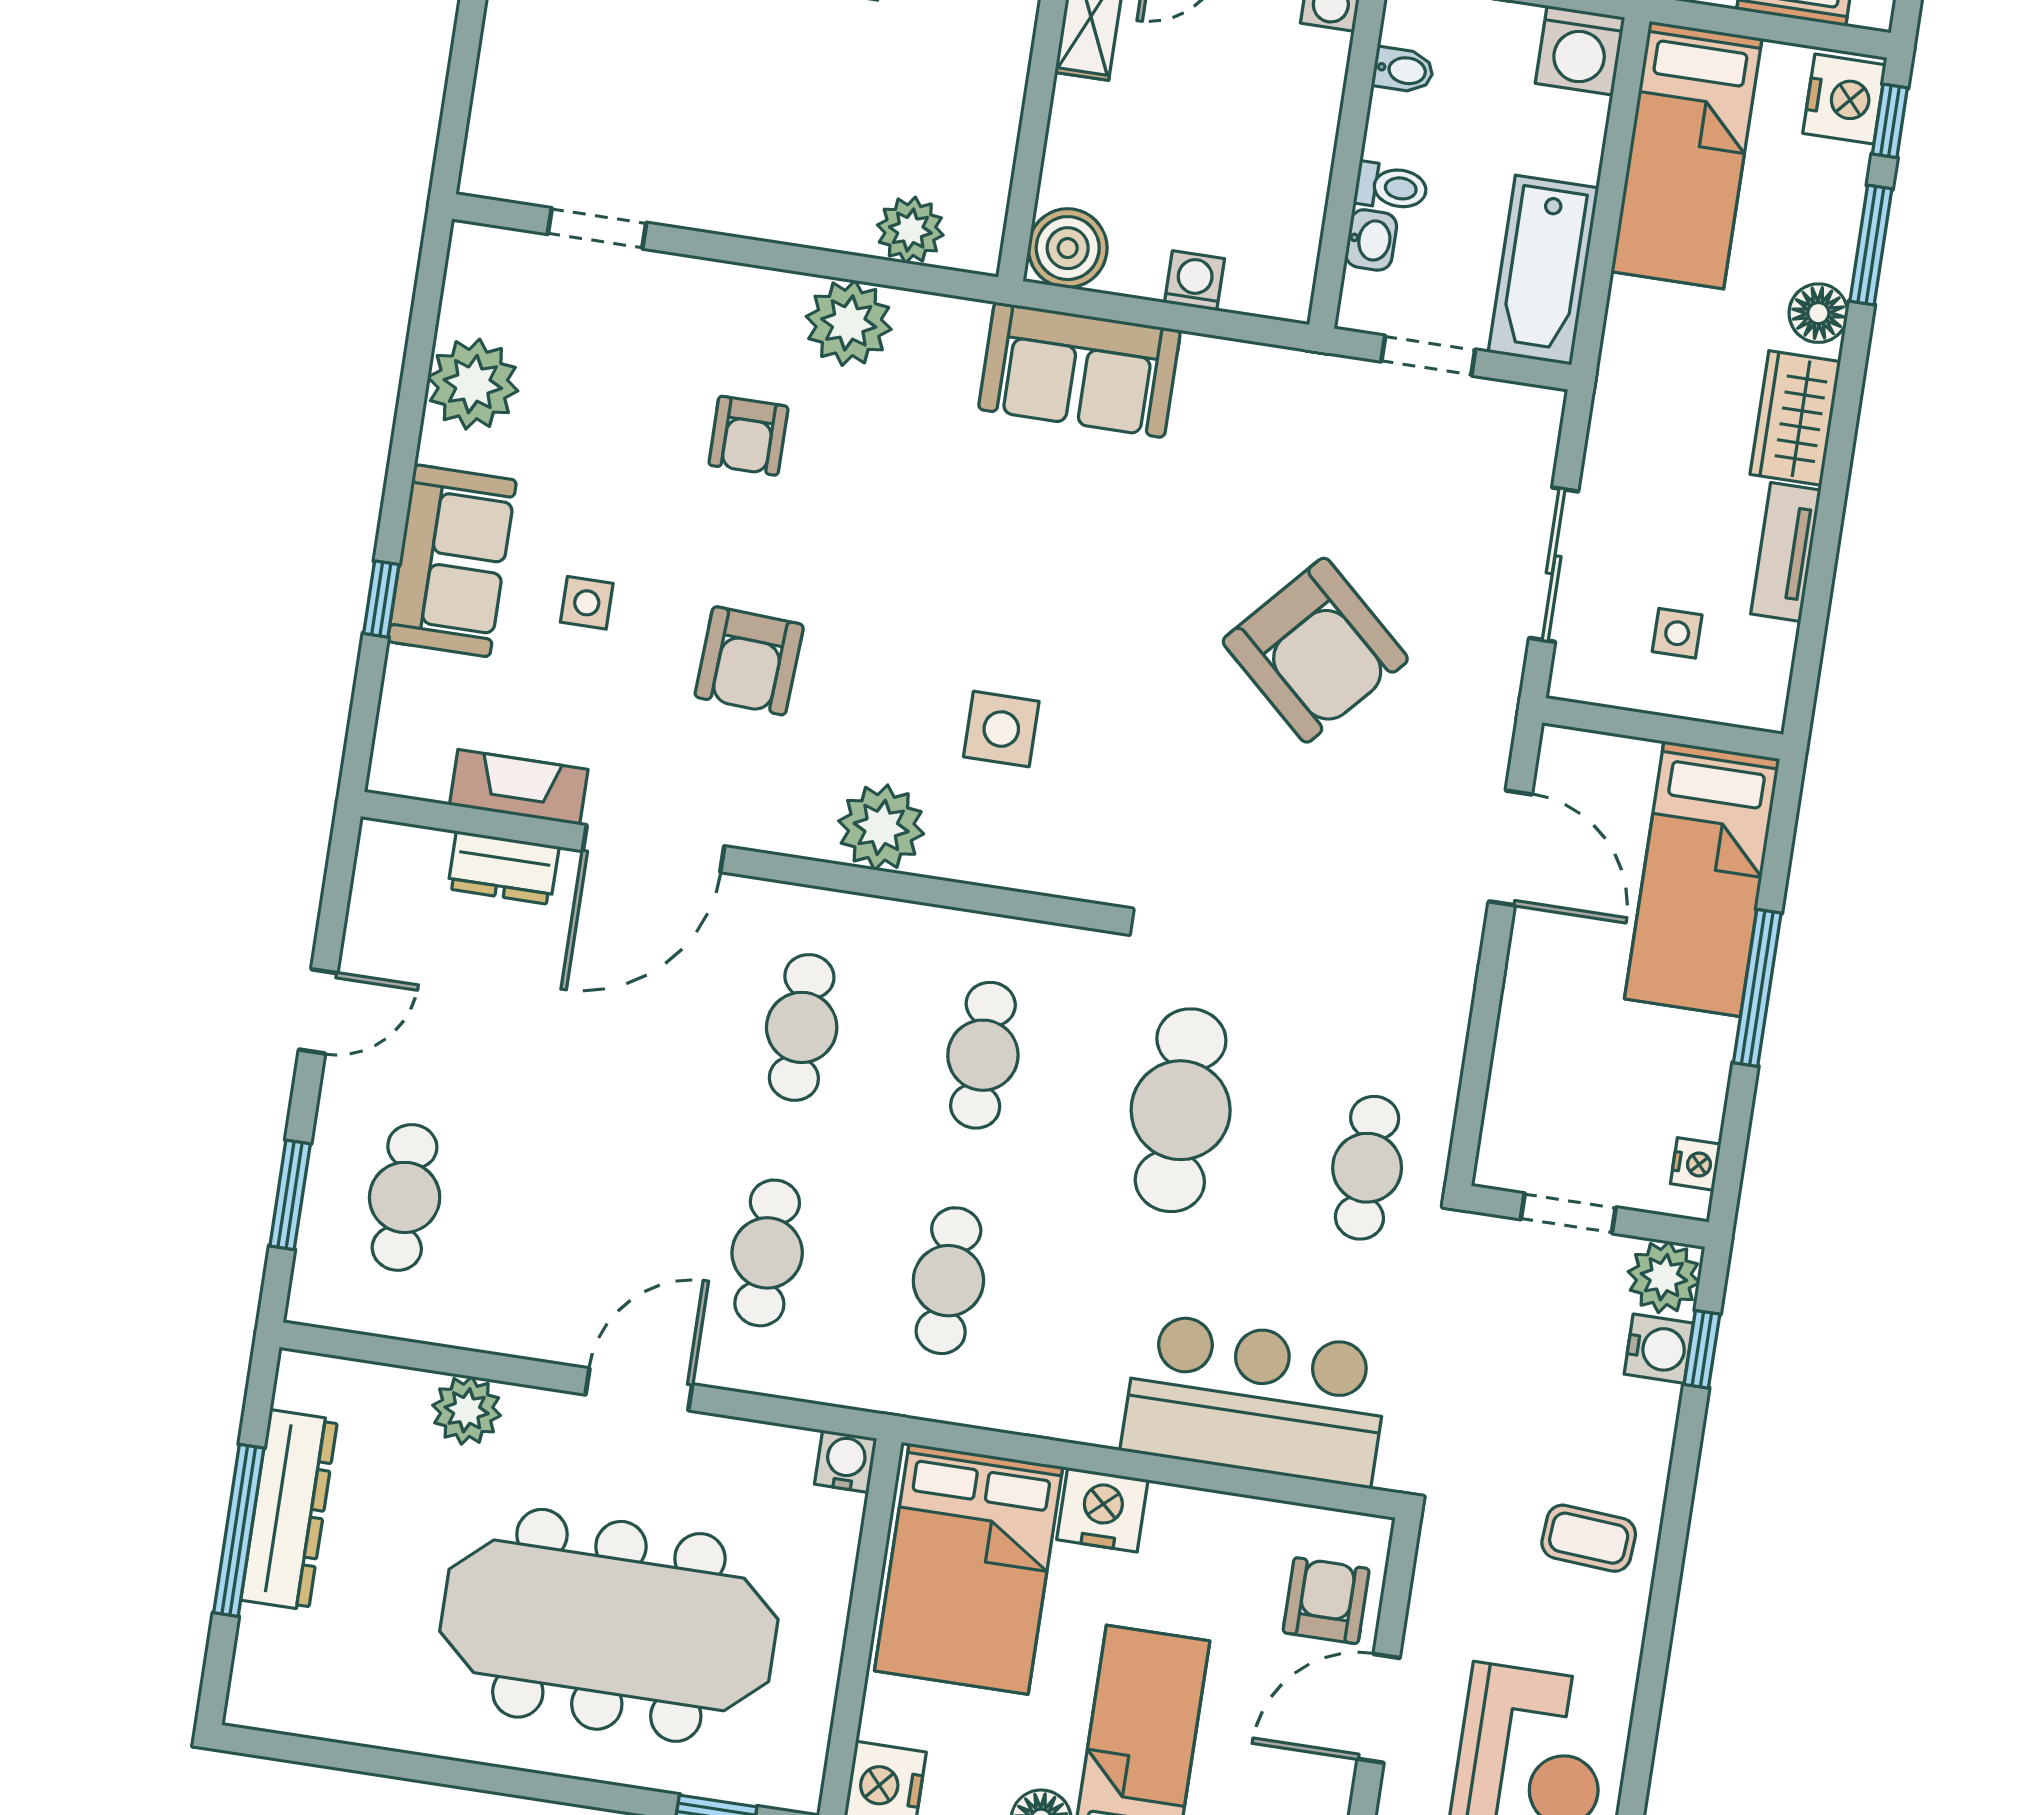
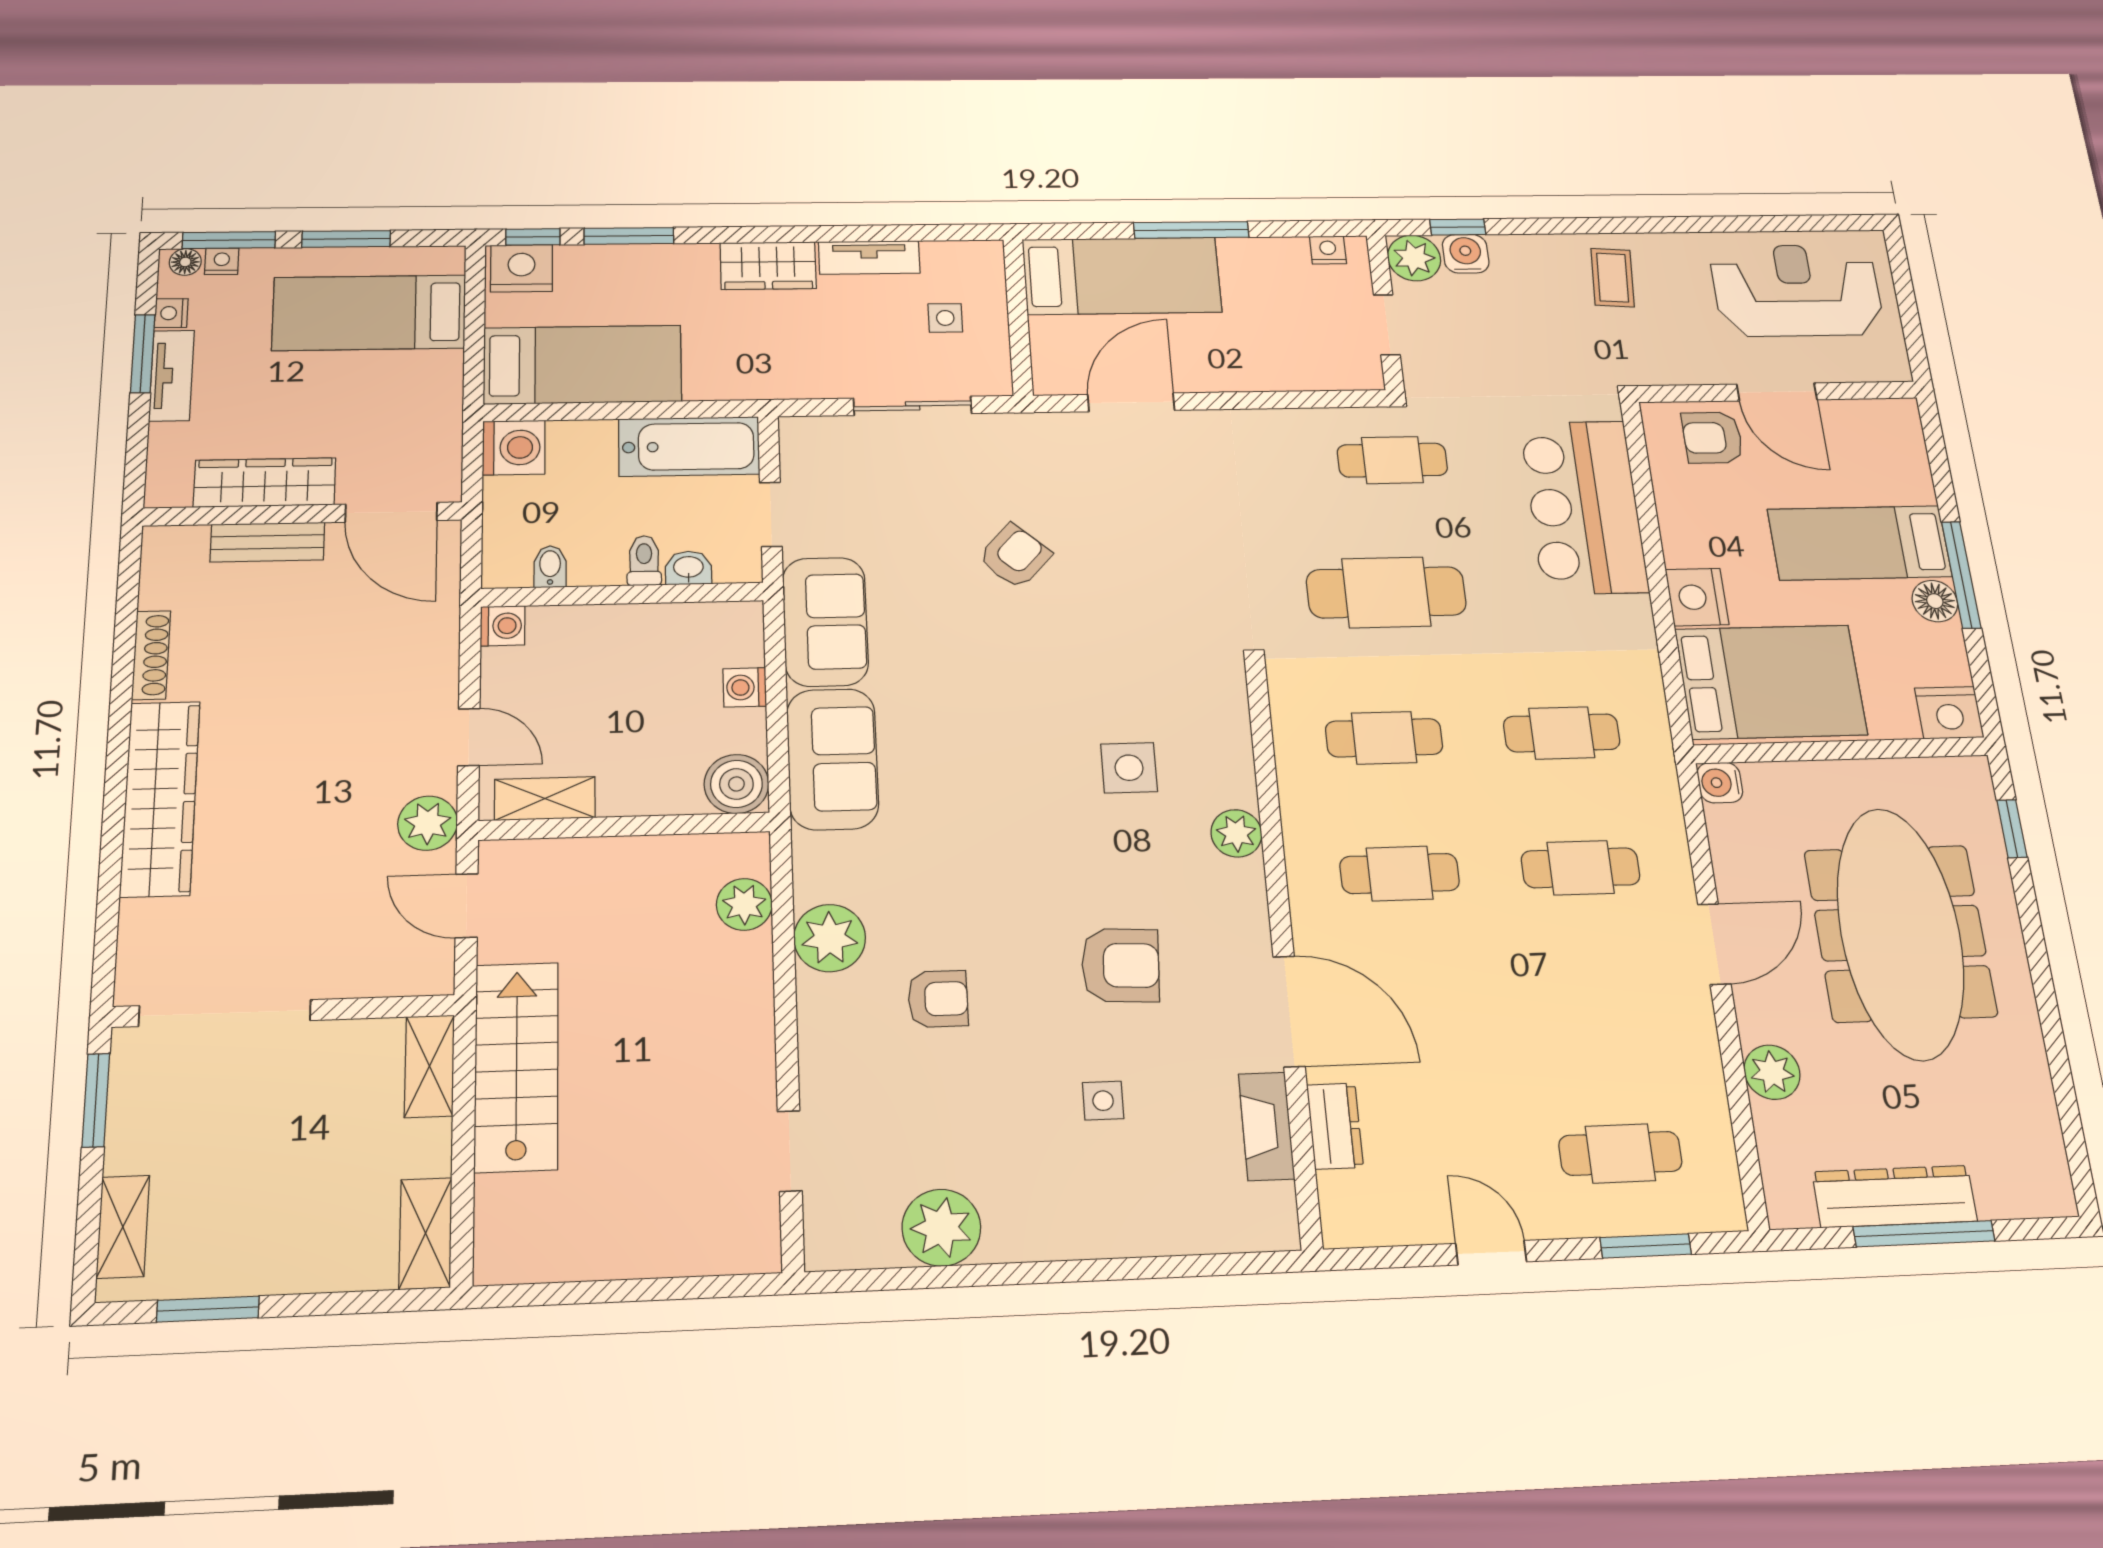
floor lamp: (1818, 313) -> (687, 262), removed
sofa: (452, 561) -> (825, 622), moved, turned 90
window: (381, 599) -> (1138, 1268), removed
armchair: (1315, 650) -> (1015, 556), width x0.53, depth x0.53
plant: (881, 827) -> (1236, 833), width x0.73, depth x0.73
door: (639, 1389) -> (1714, 944), swing flipped

